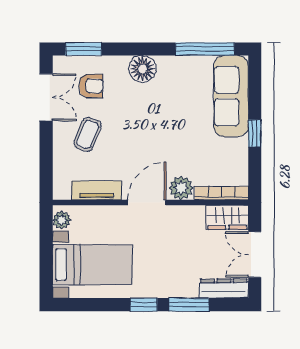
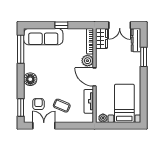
window: (144, 305) -> (144, 79), removed

